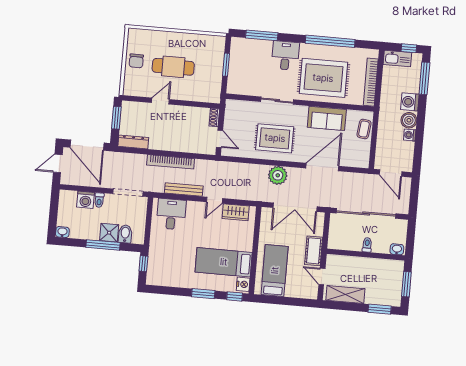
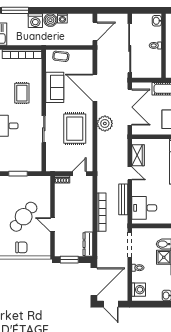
cafe table: (173, 67) -> (24, 217), turned 40
rug: (323, 78) -> (22, 93), width x0.54, depth x0.49
washing machine: (86, 200) -> (139, 290), moved

